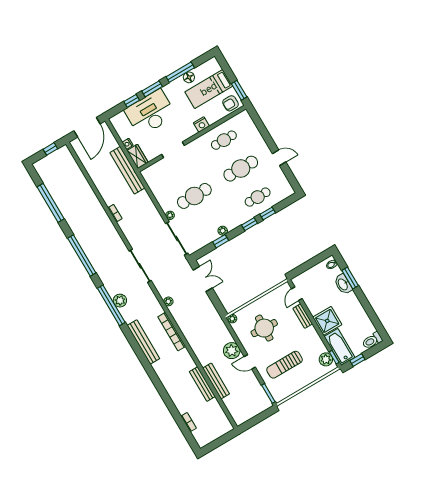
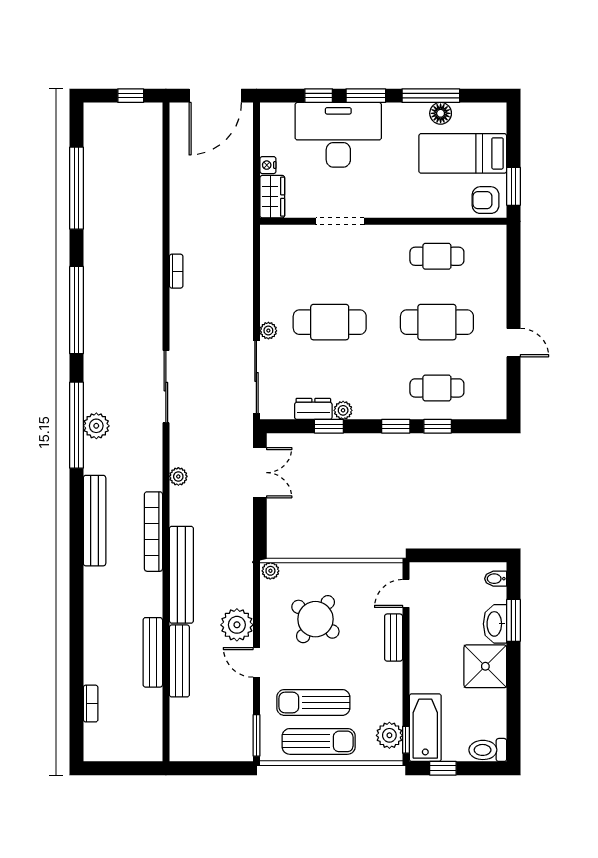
nightstand: (201, 124) -> (414, 207), removed
bench: (127, 170) -> (181, 575), moved
dresser: (209, 238) -> (313, 409), added
shower: (327, 321) -> (485, 666), moved
round table: (264, 328) -> (315, 619), turned 33
sun lounger: (297, 380) -> (319, 741), added

